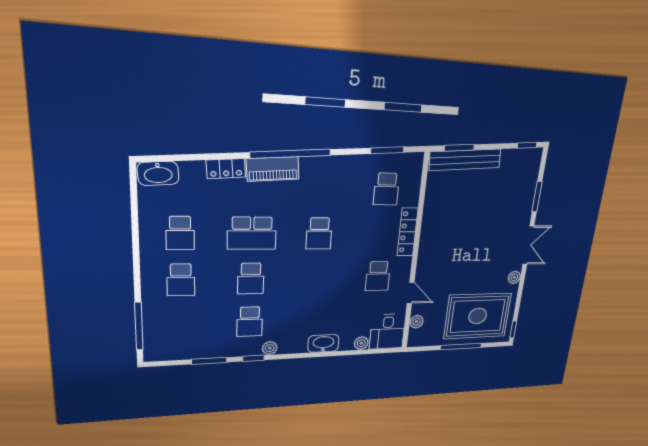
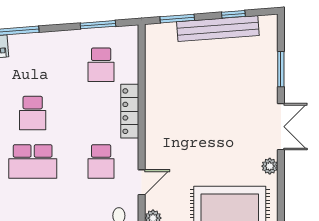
window: (527, 145) -> (233, 14), moved
bench: (465, 160) -> (218, 29), moved
school desk: (316, 277) -> (33, 161), added
door: (411, 293) -> (142, 182), hinge flipped

